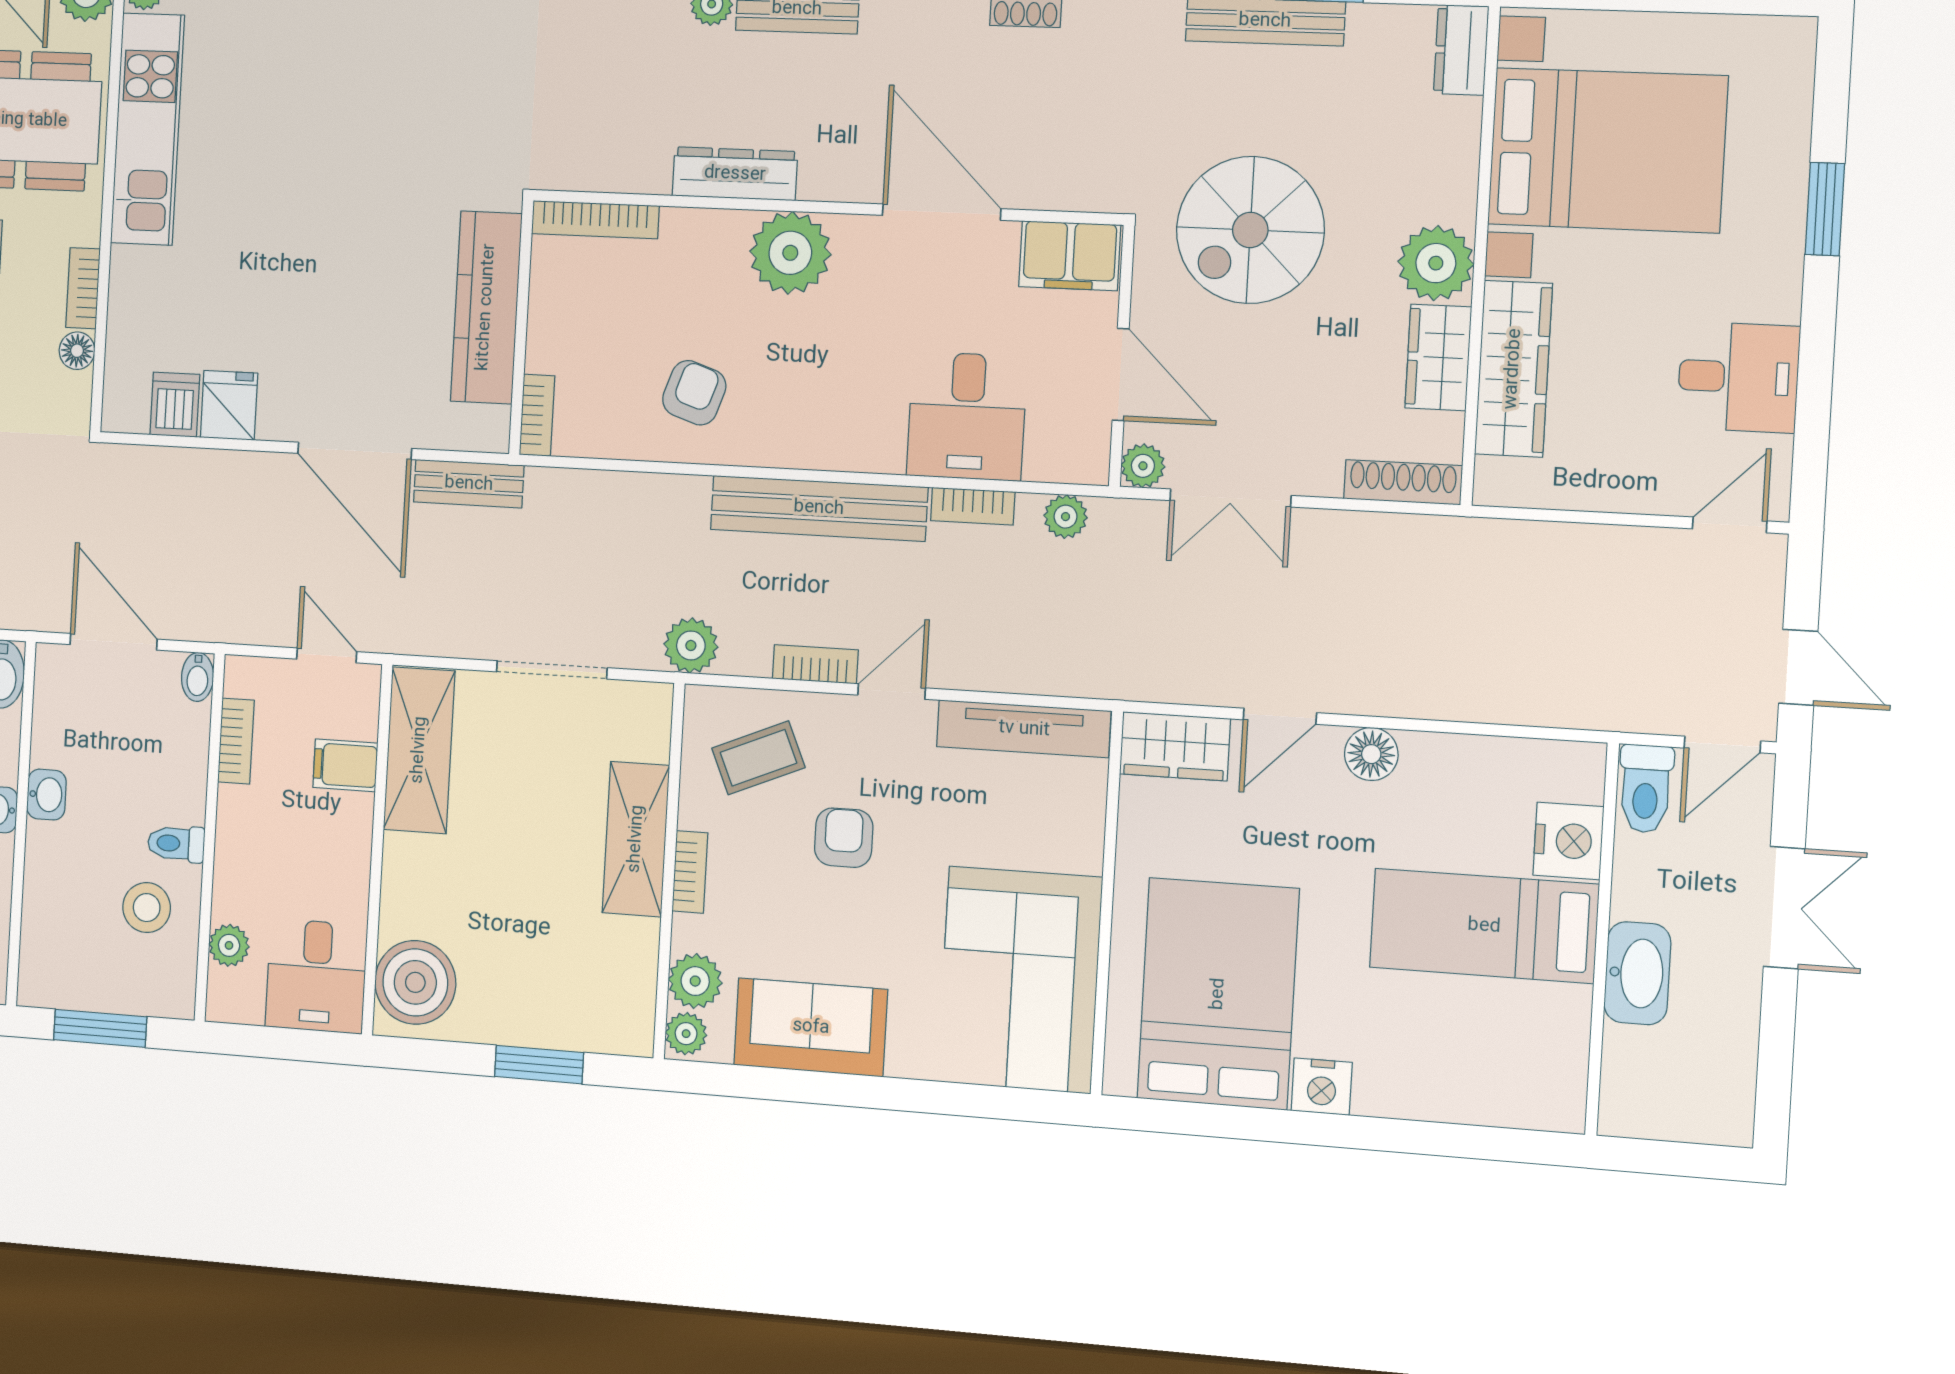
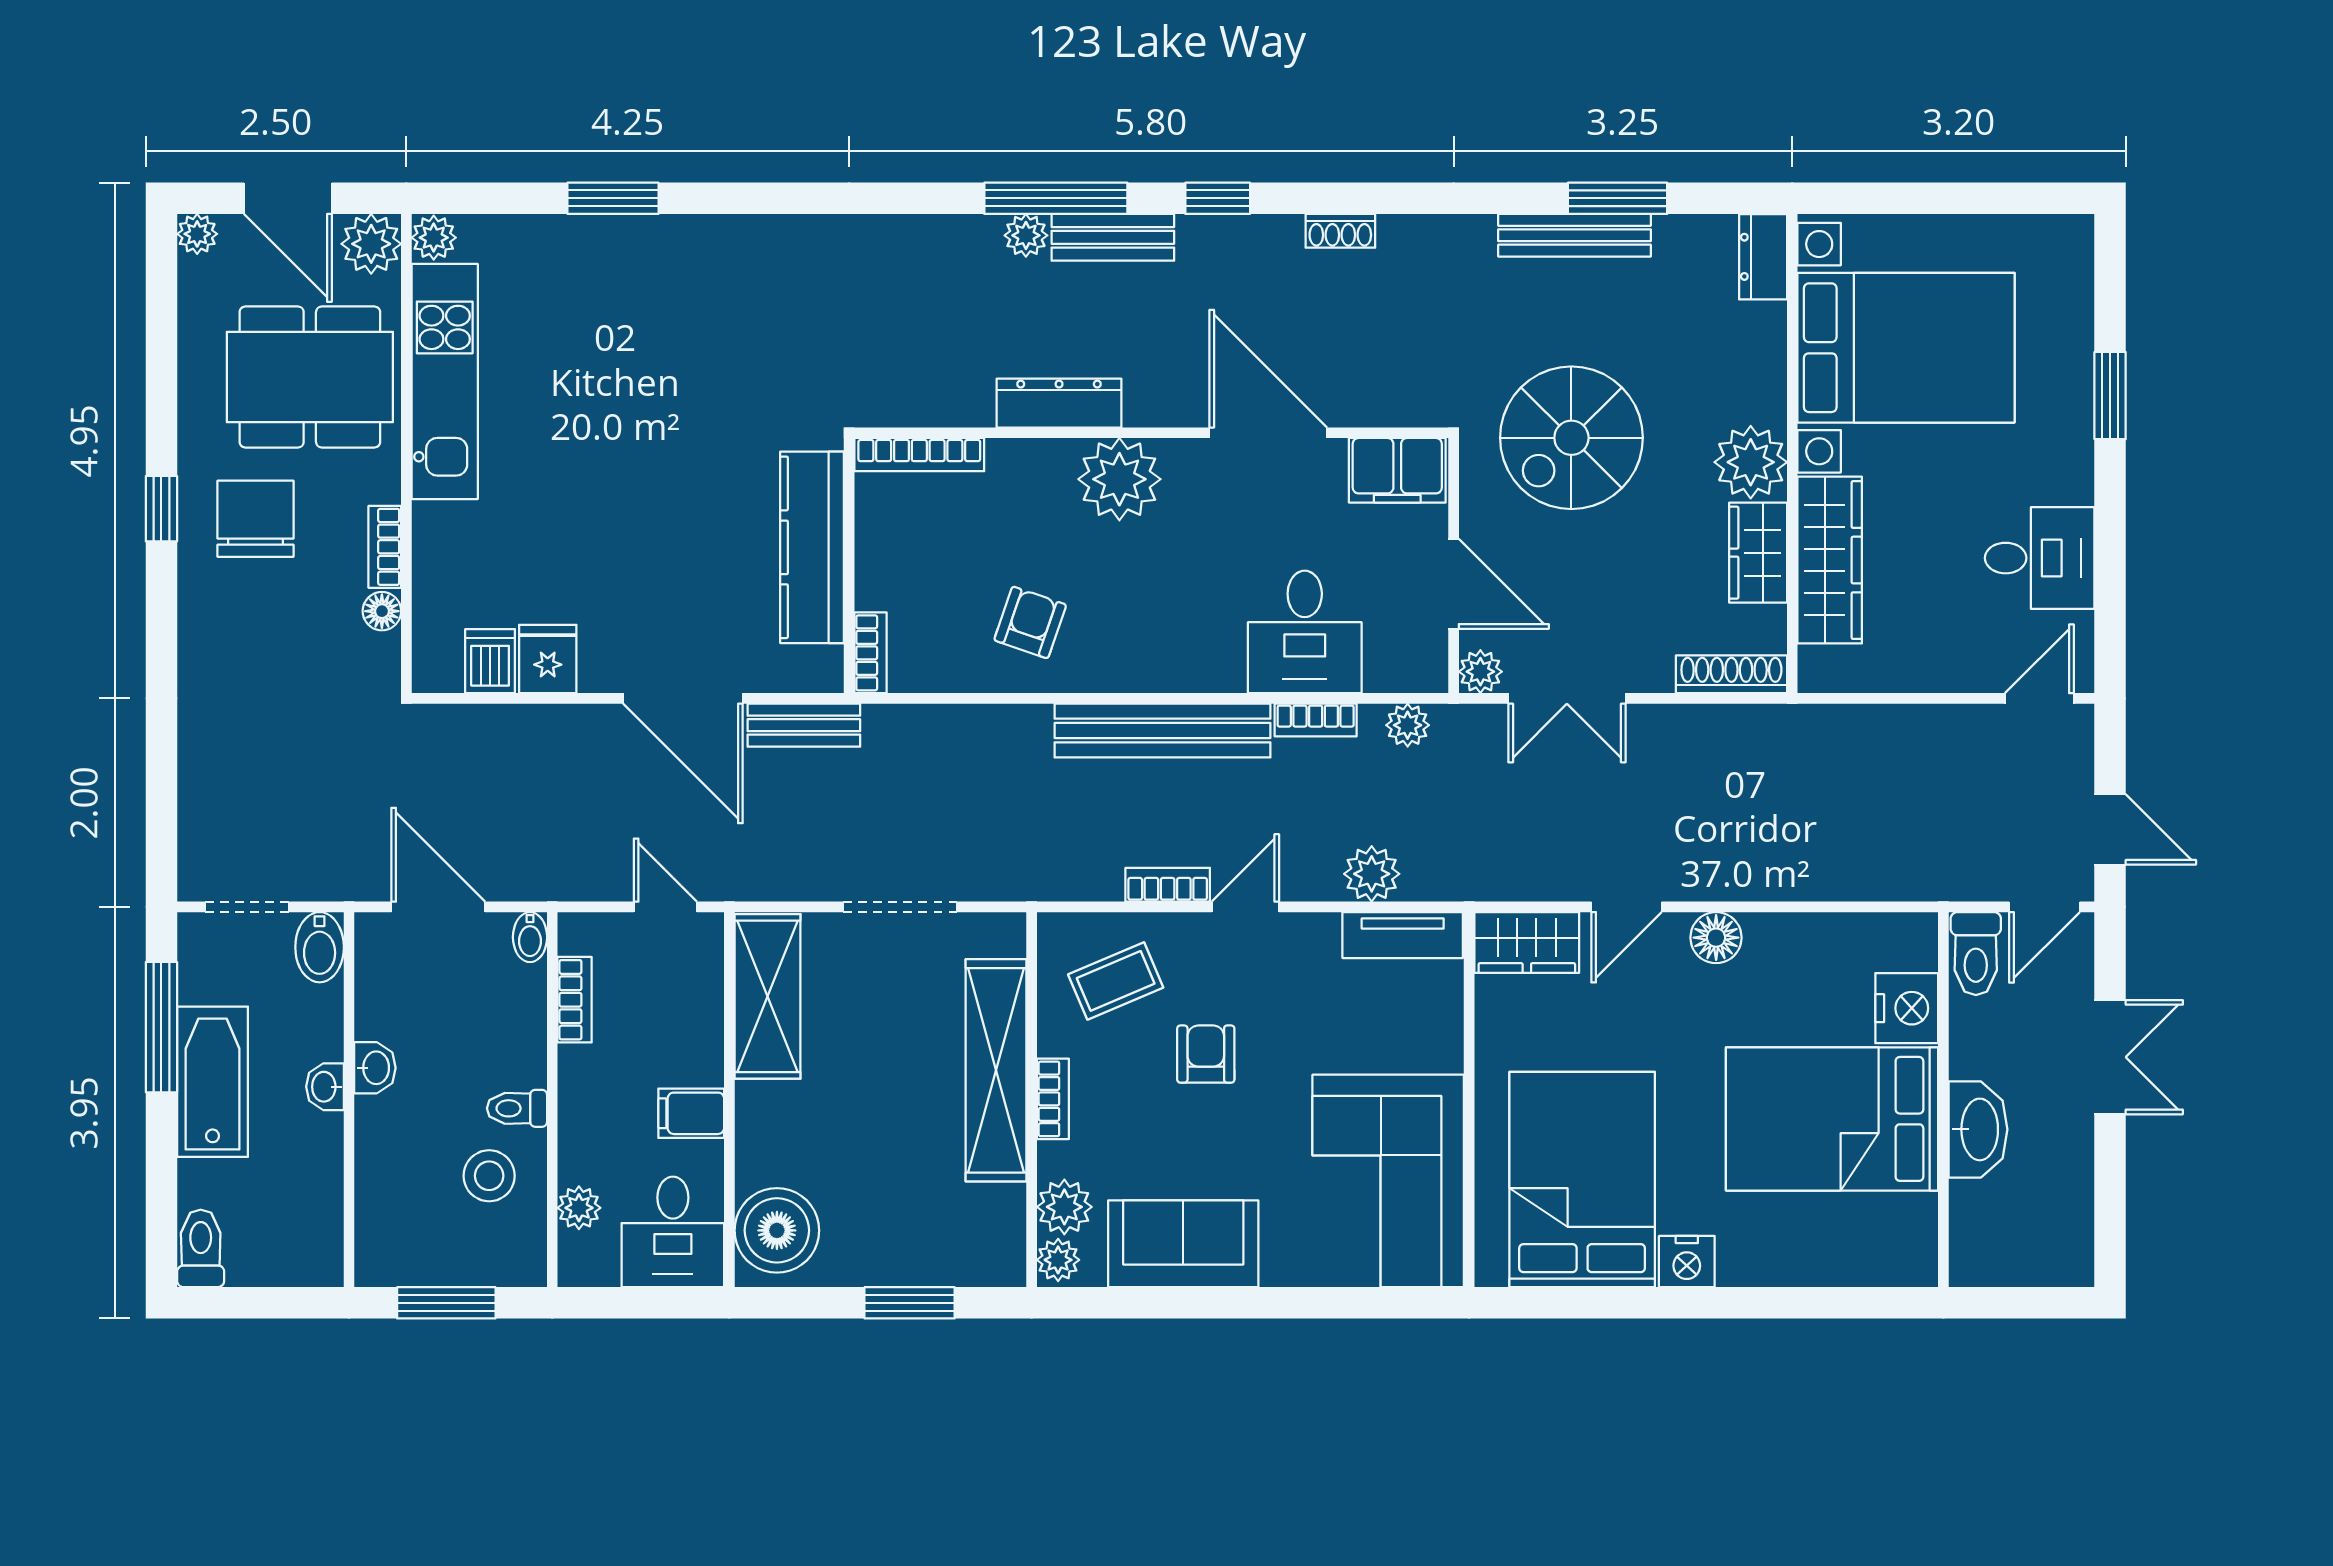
plant: (691, 645) -> (1372, 874), moved
tv unit: (1024, 729) -> (1403, 935), width x0.71
filing cabinet: (345, 765) -> (691, 1113), moved
shelving: (636, 839) -> (996, 1070), width x1.47
bed: (1484, 926) -> (1832, 1119), width x1.50

